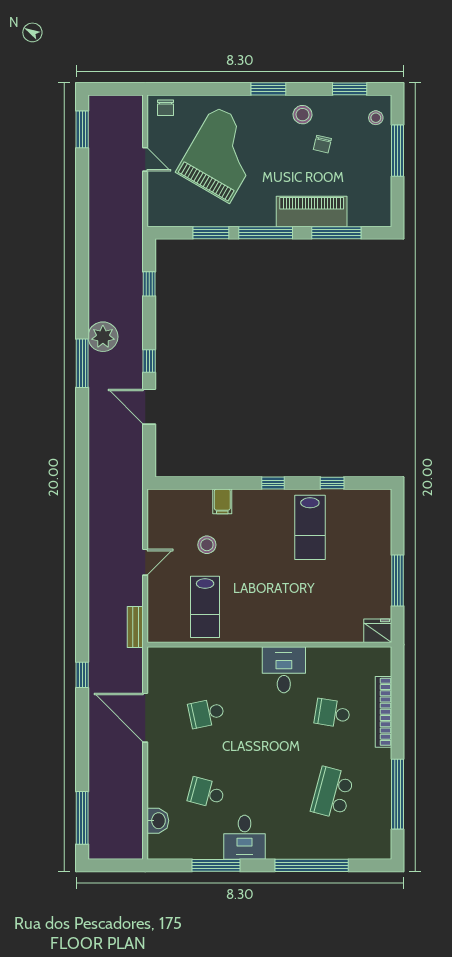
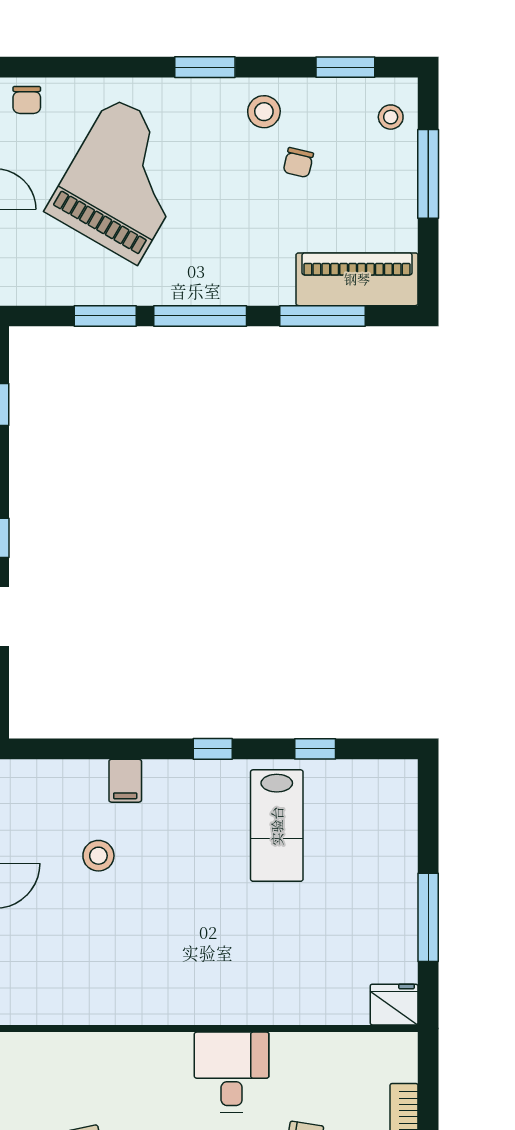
piano: (312, 212) -> (357, 279), moved
lab bench: (205, 607) -> (95, 963), removed

